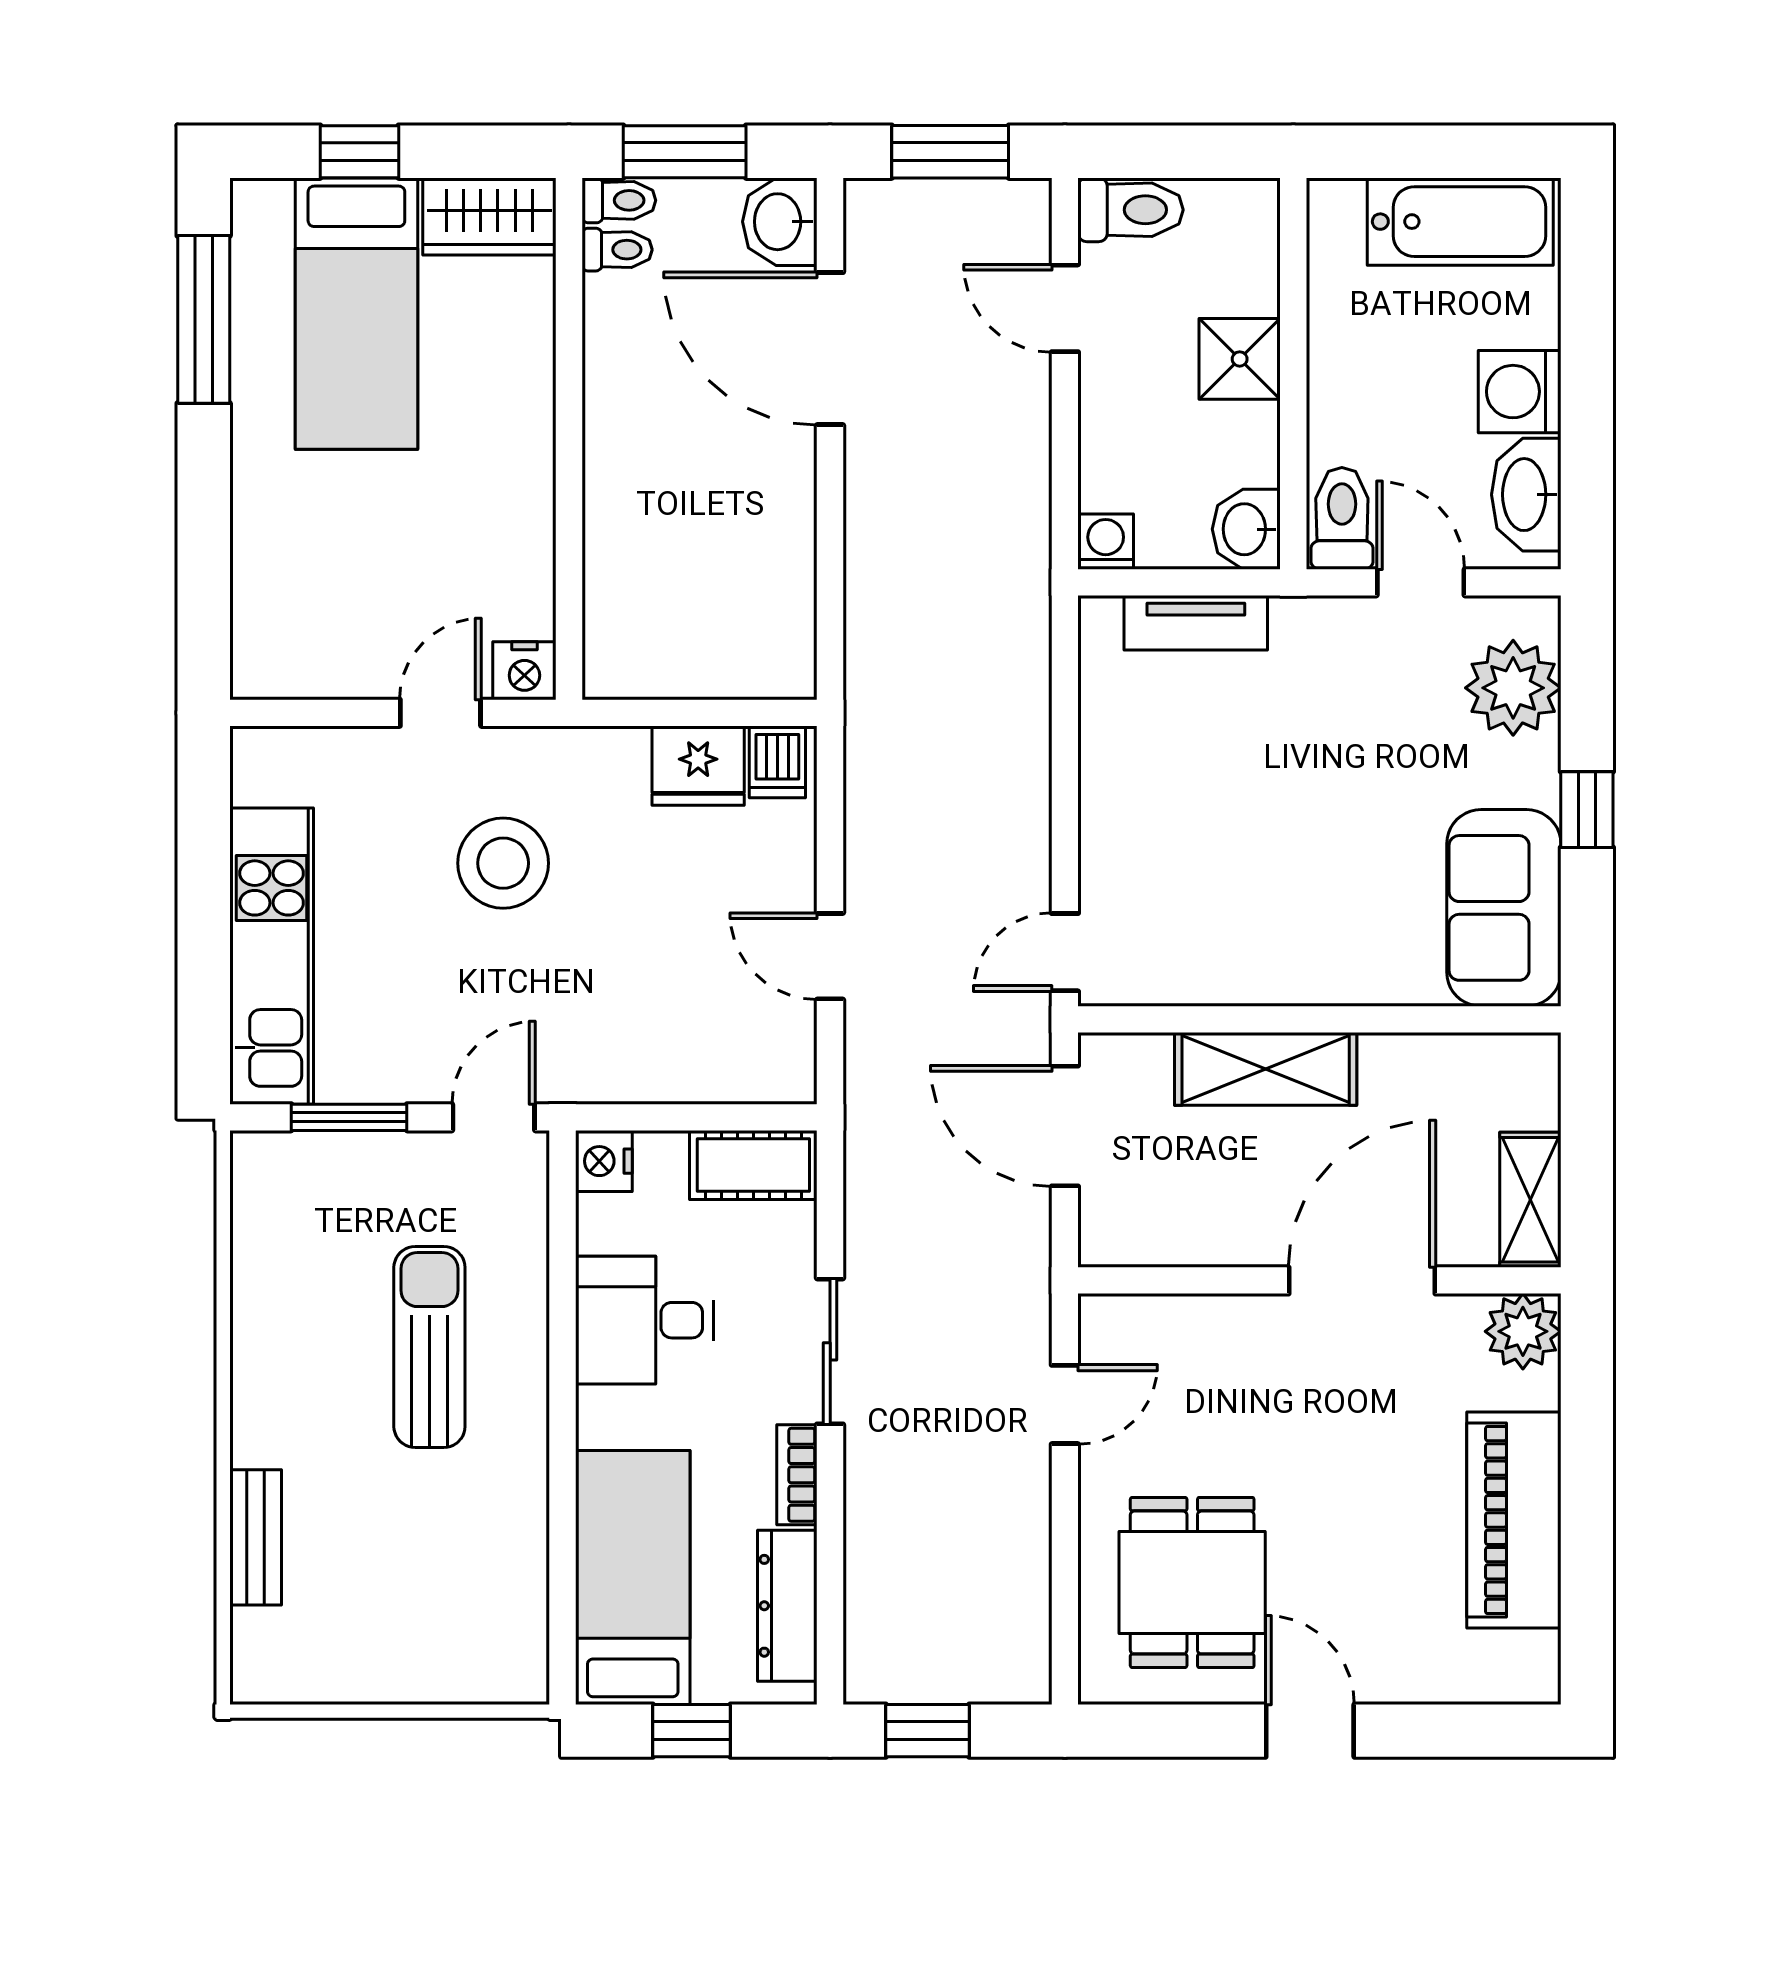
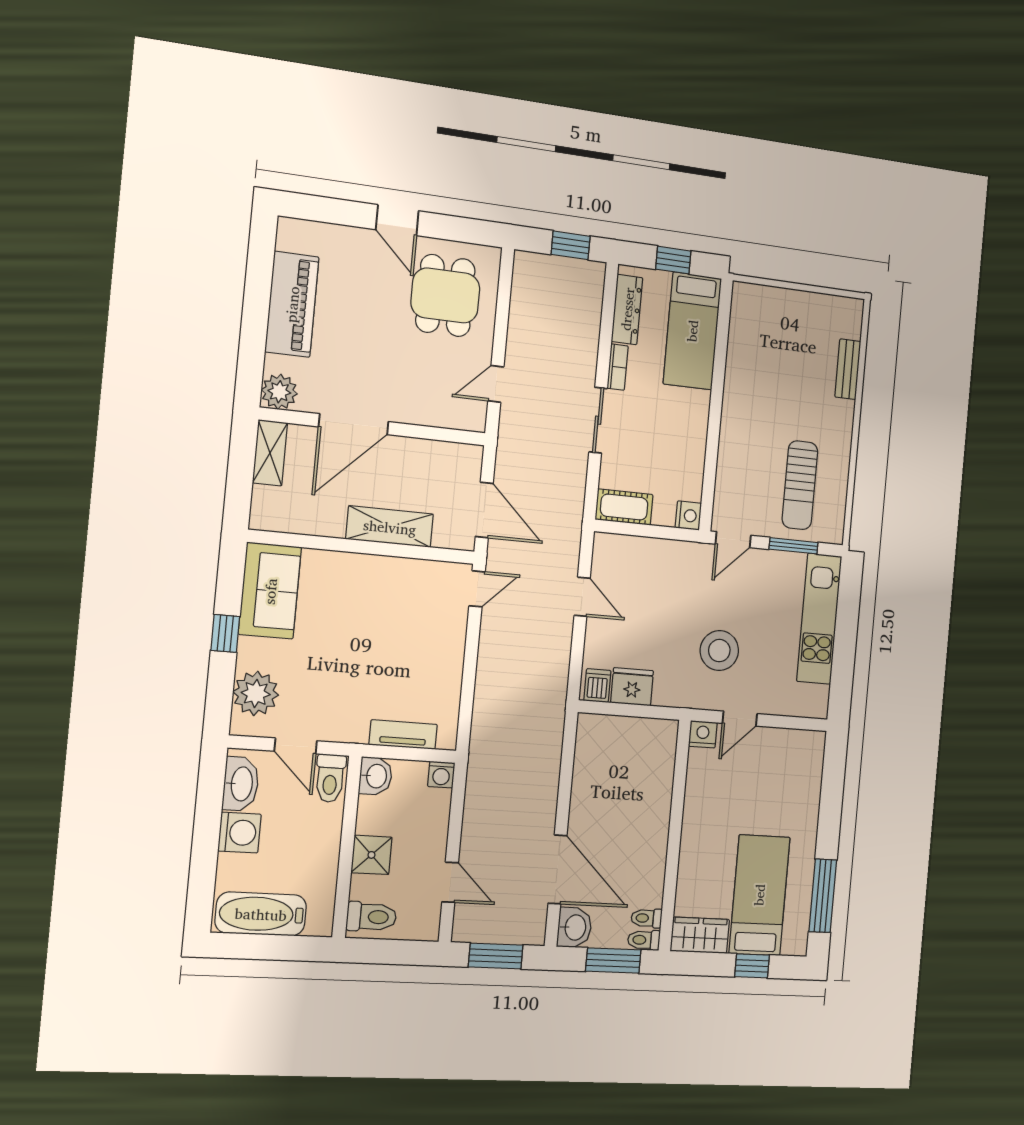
toilet: (1131, 210) -> (371, 917), moved, turned 180
desk: (645, 1320) -> (677, 444), removed
sun lounger: (429, 1347) -> (800, 485), moved

